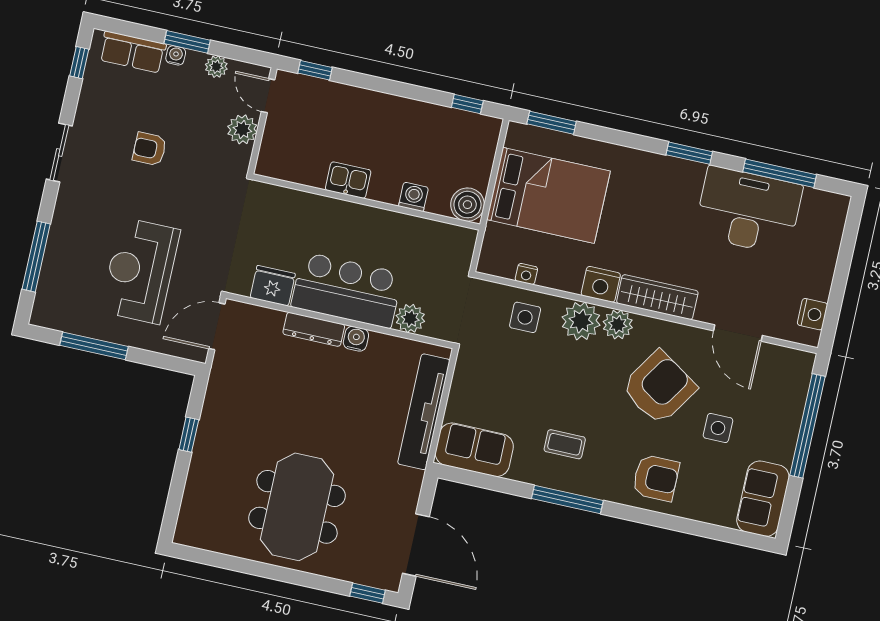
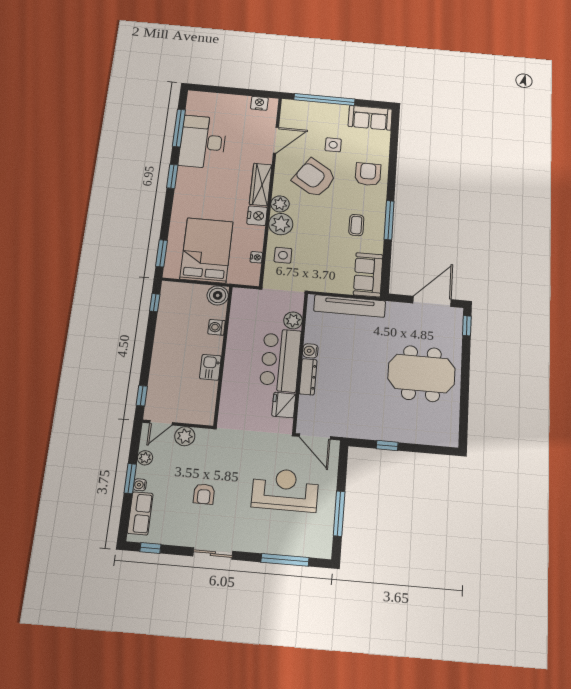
reception desk: (140, 271) -> (285, 490), turned 180

